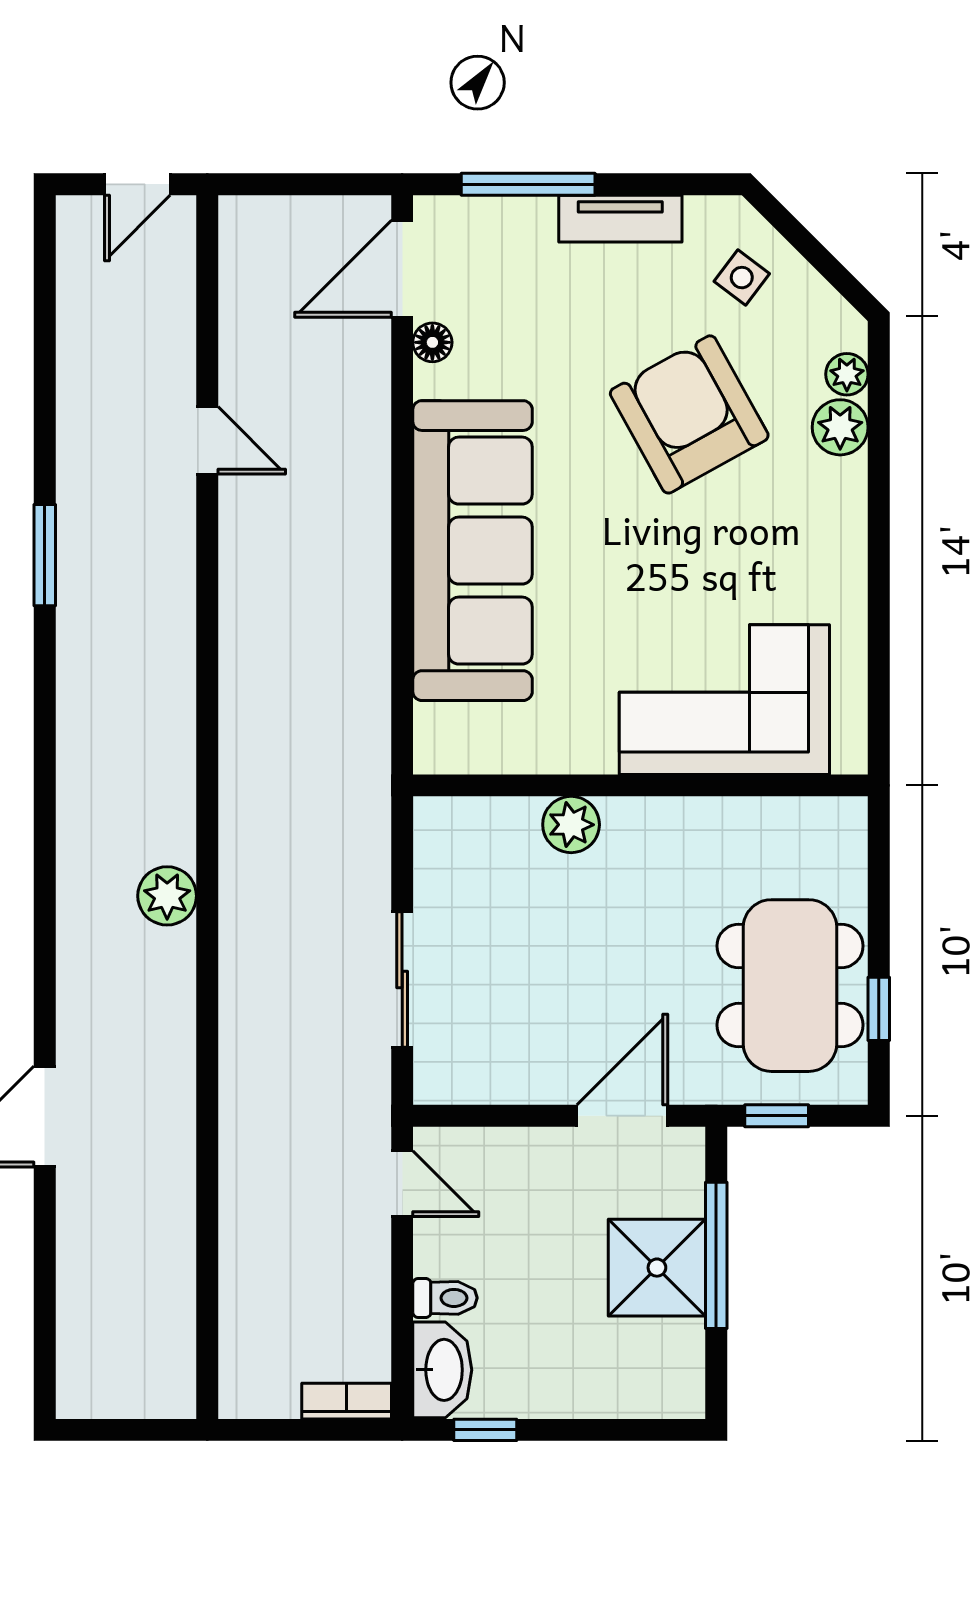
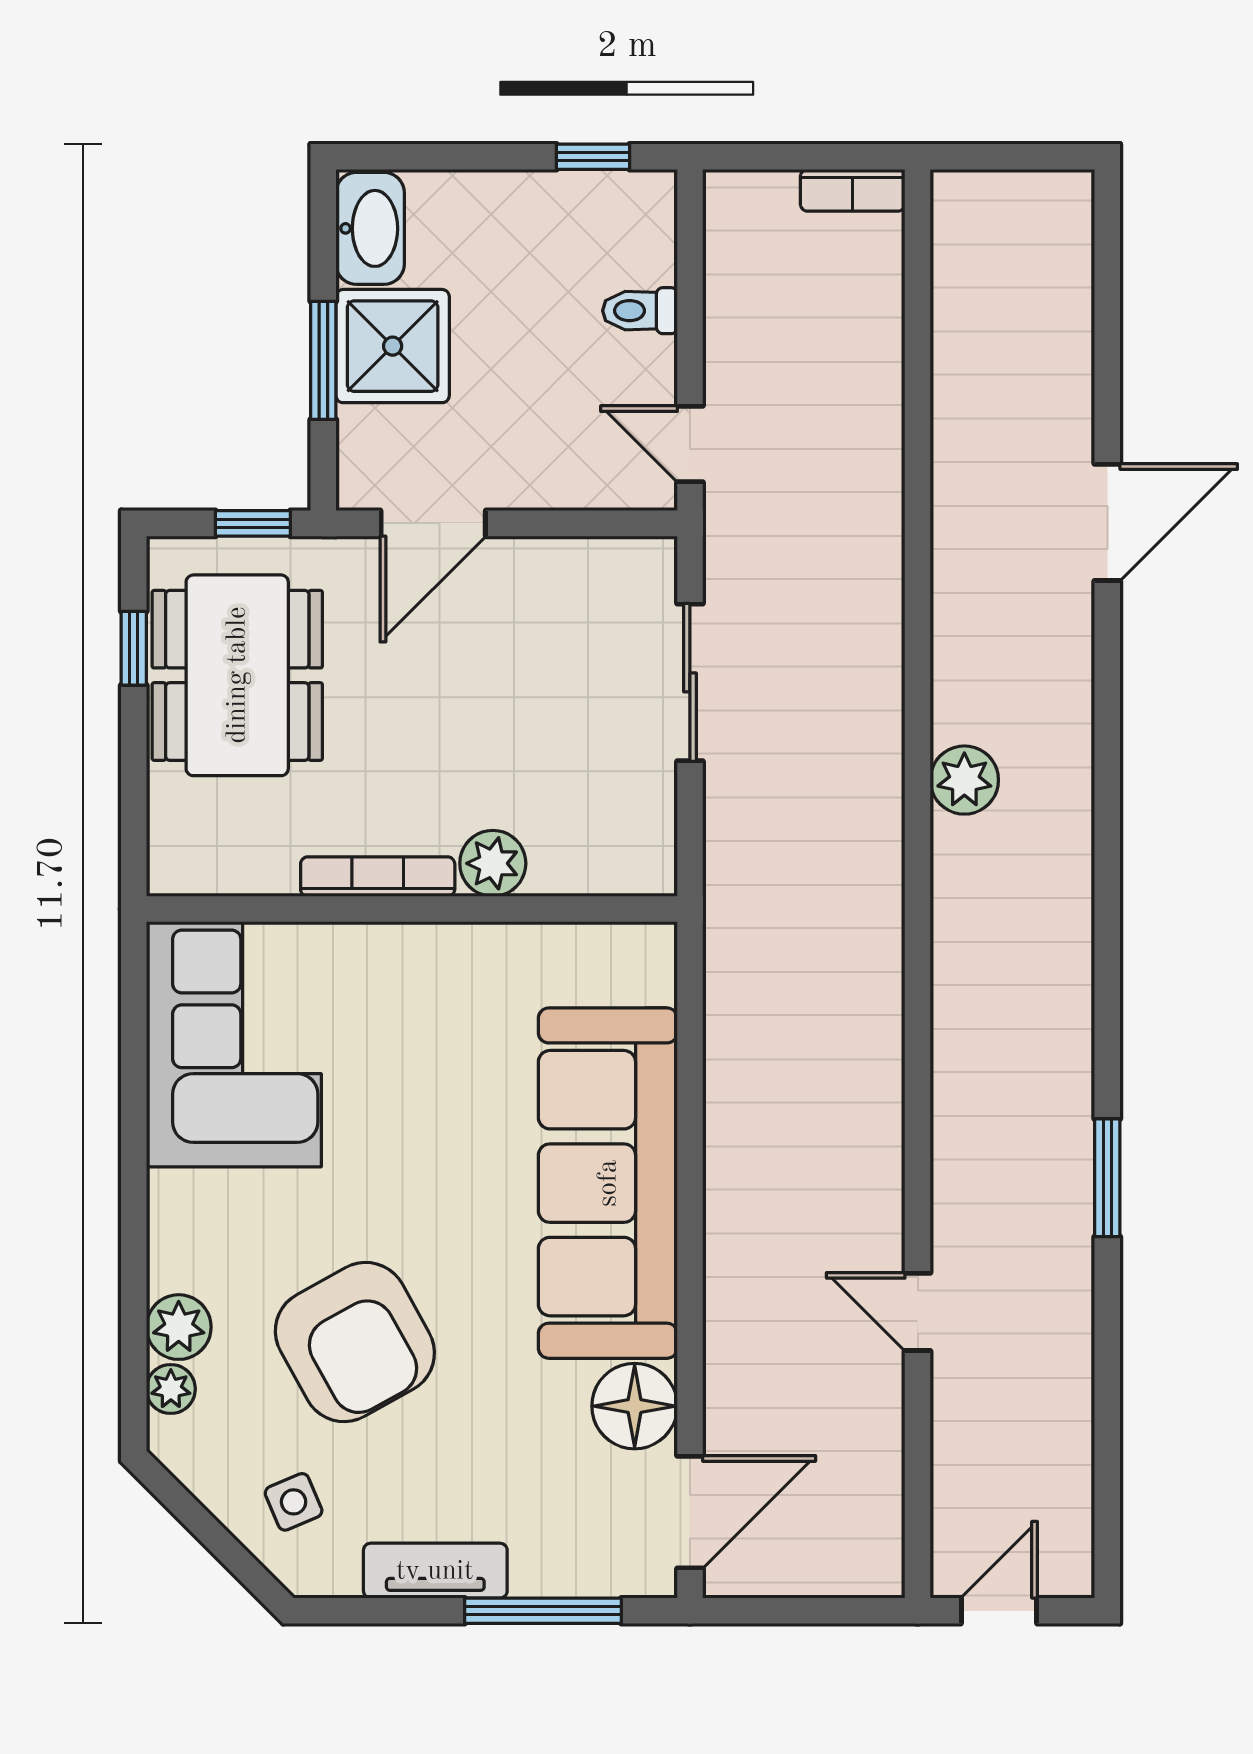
side table: (742, 278) -> (294, 1502), turned 30
floor lamp: (432, 342) -> (635, 1406), width x1.89, depth x1.89
corner sofa: (724, 700) -> (234, 1044), moved, turned -90
bookcase: (670, 813) -> (378, 877), added
window: (716, 1255) -> (323, 360), width x0.69
washbasin: (442, 1370) -> (370, 228), moved, turned 180
bookcase: (347, 1401) -> (853, 190), moved

